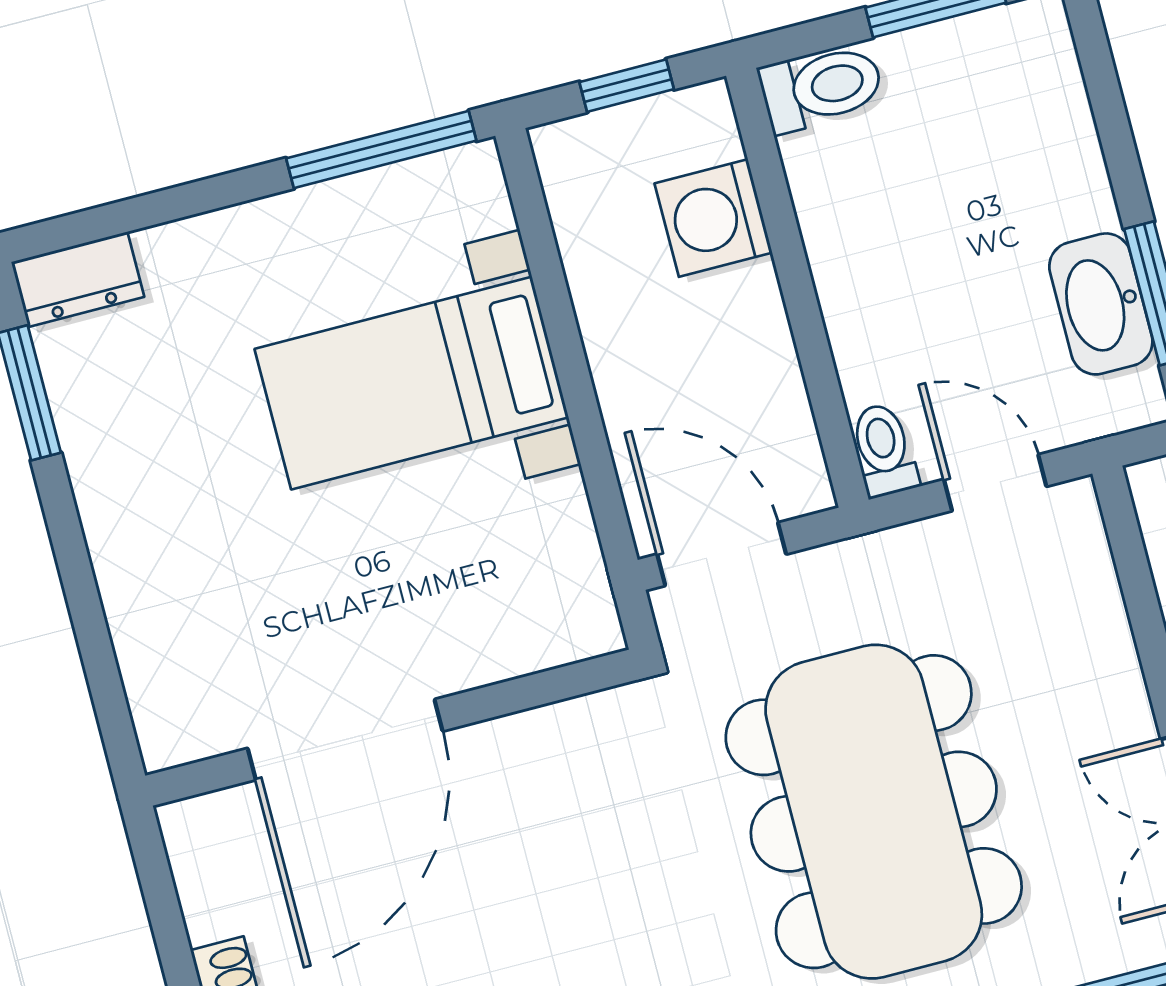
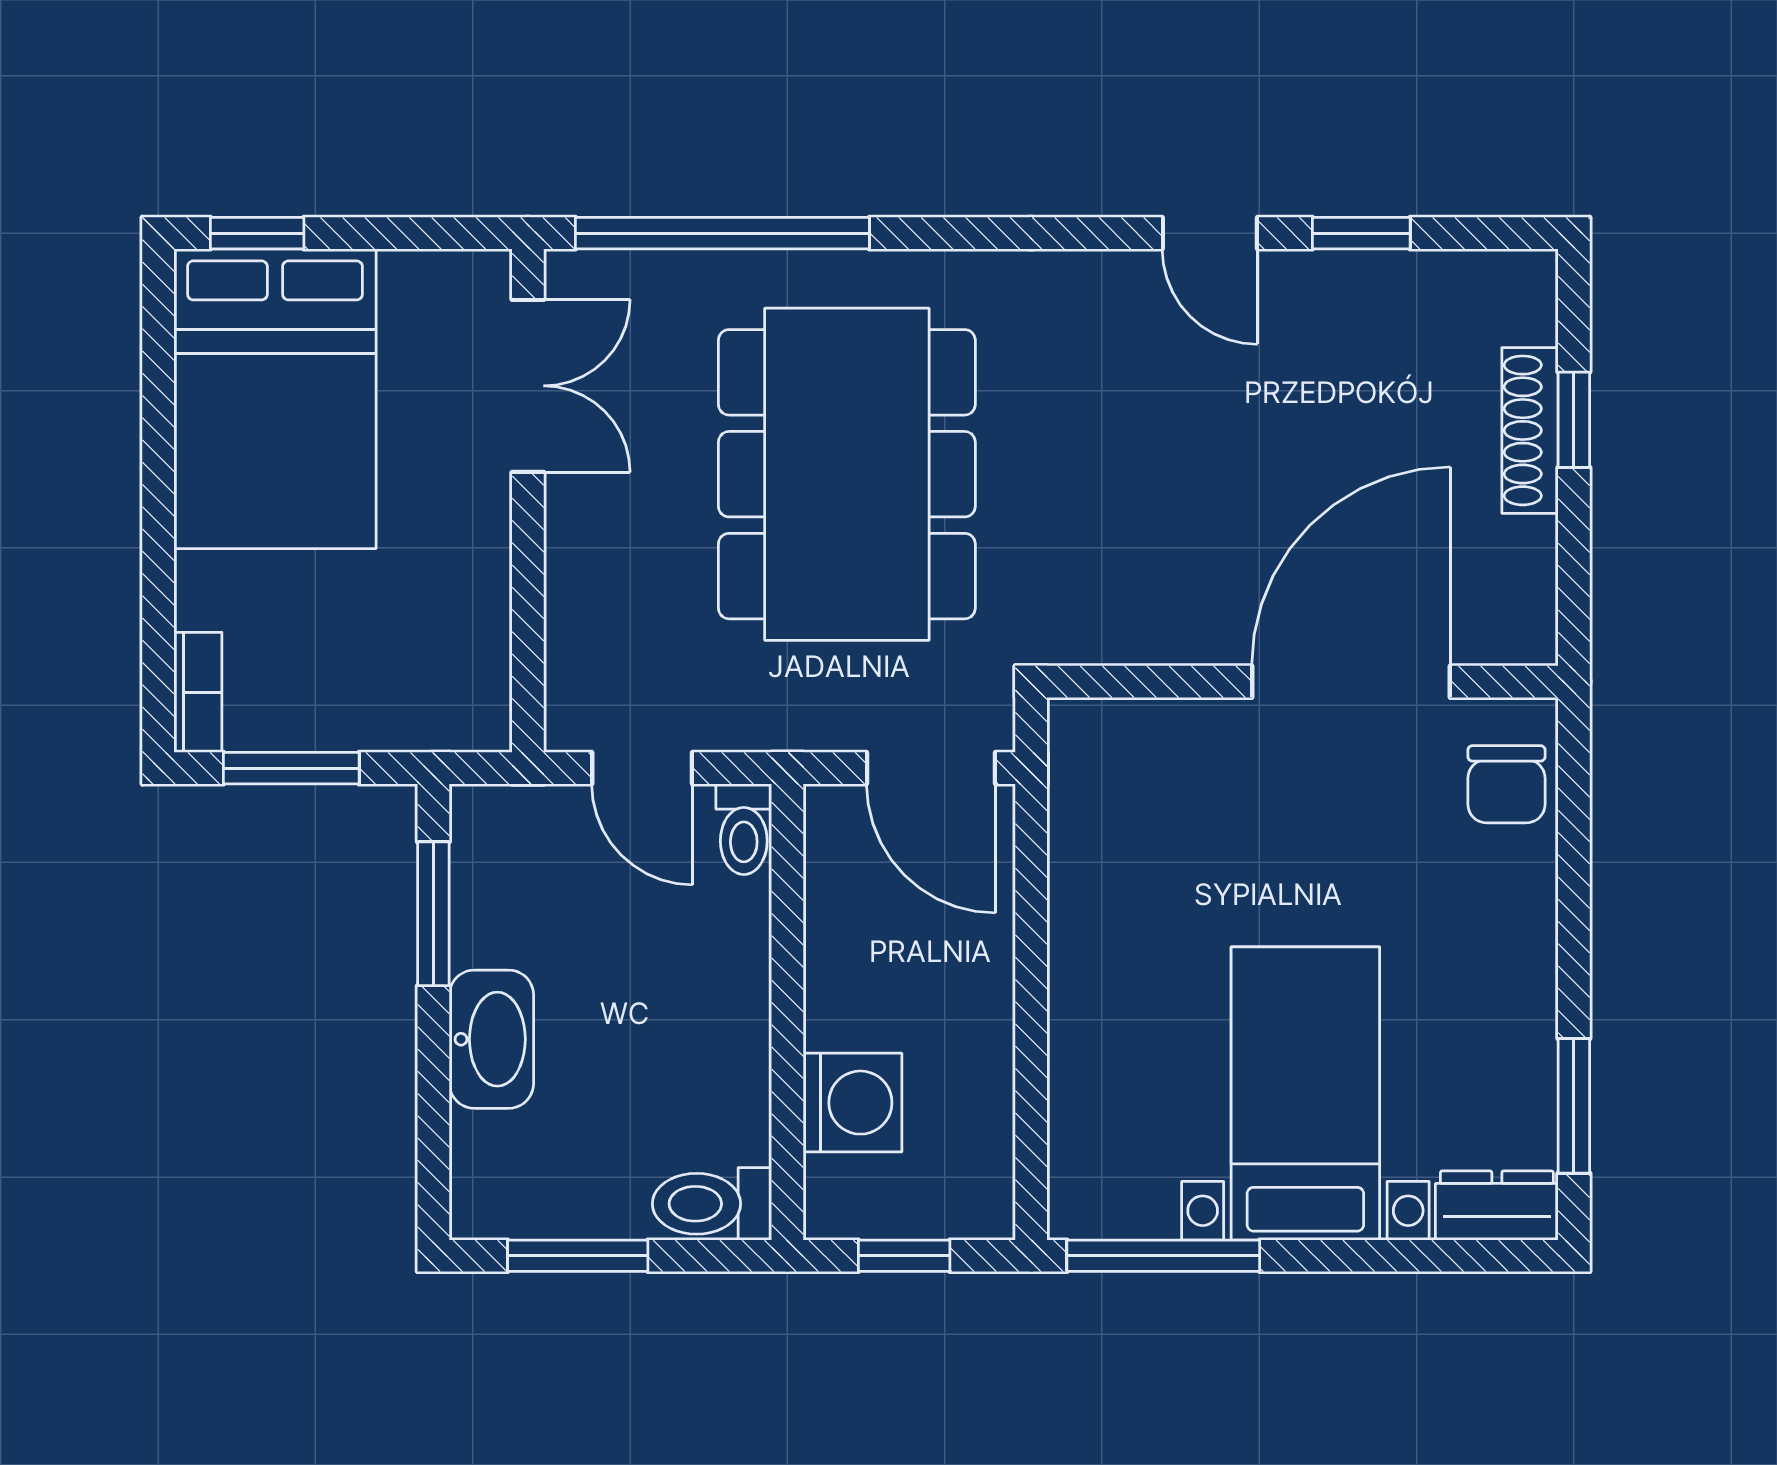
washbasin: (1101, 304) -> (491, 1039), moved
bed with nightstands: (412, 383) -> (1305, 1093), moved, turned -90
chair: (173, 681) -> (1506, 784), added

